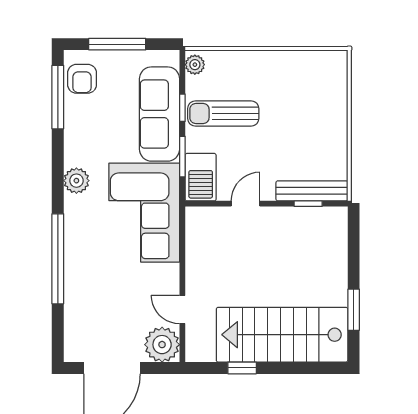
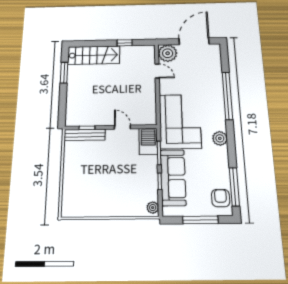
sun lounger: (223, 113) -> (135, 178), removed
door: (246, 204) -> (122, 127), swing flipped
stairs: (282, 335) -> (94, 55), width x0.73, depth x0.66

